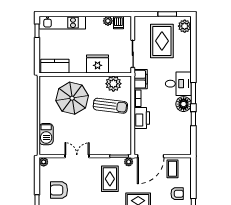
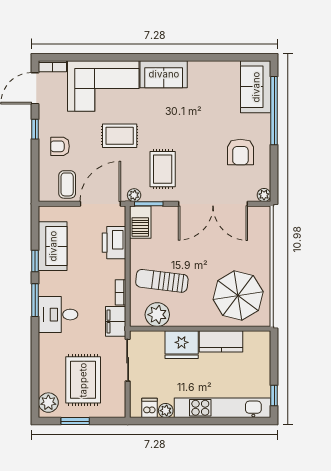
kitchen unit: (62, 23) -> (222, 408), width x1.36
kitchen counter: (55, 66) -> (221, 341), moved
parasol: (72, 98) -> (238, 295), moved
floor lamp: (184, 104) -> (50, 283), removed
printer: (142, 118) -> (114, 243), moved
sofa: (182, 129) -> (53, 246), added
barbecue: (46, 134) -> (140, 222), moved, turned 180
double door: (77, 156) -> (213, 204), width x1.87
armchair: (59, 190) -> (240, 152), turned 90

